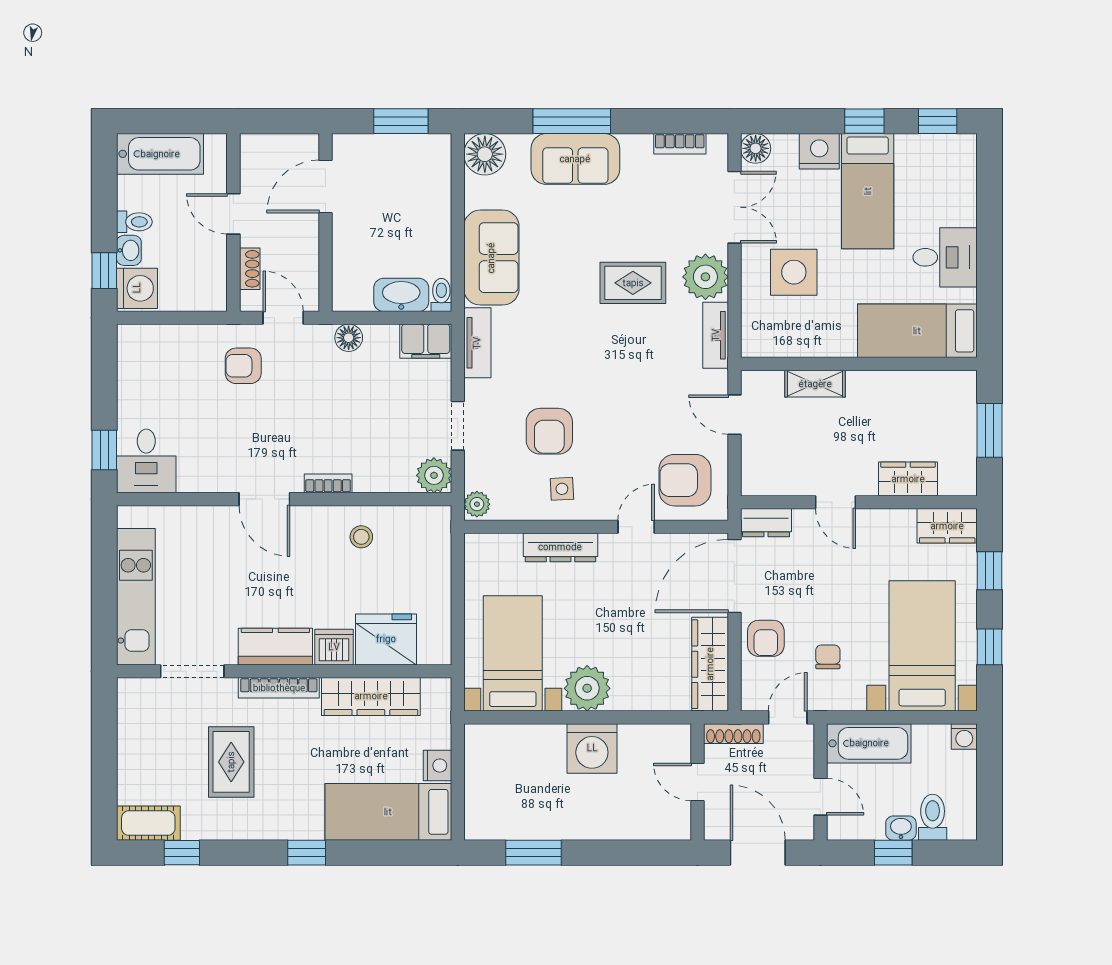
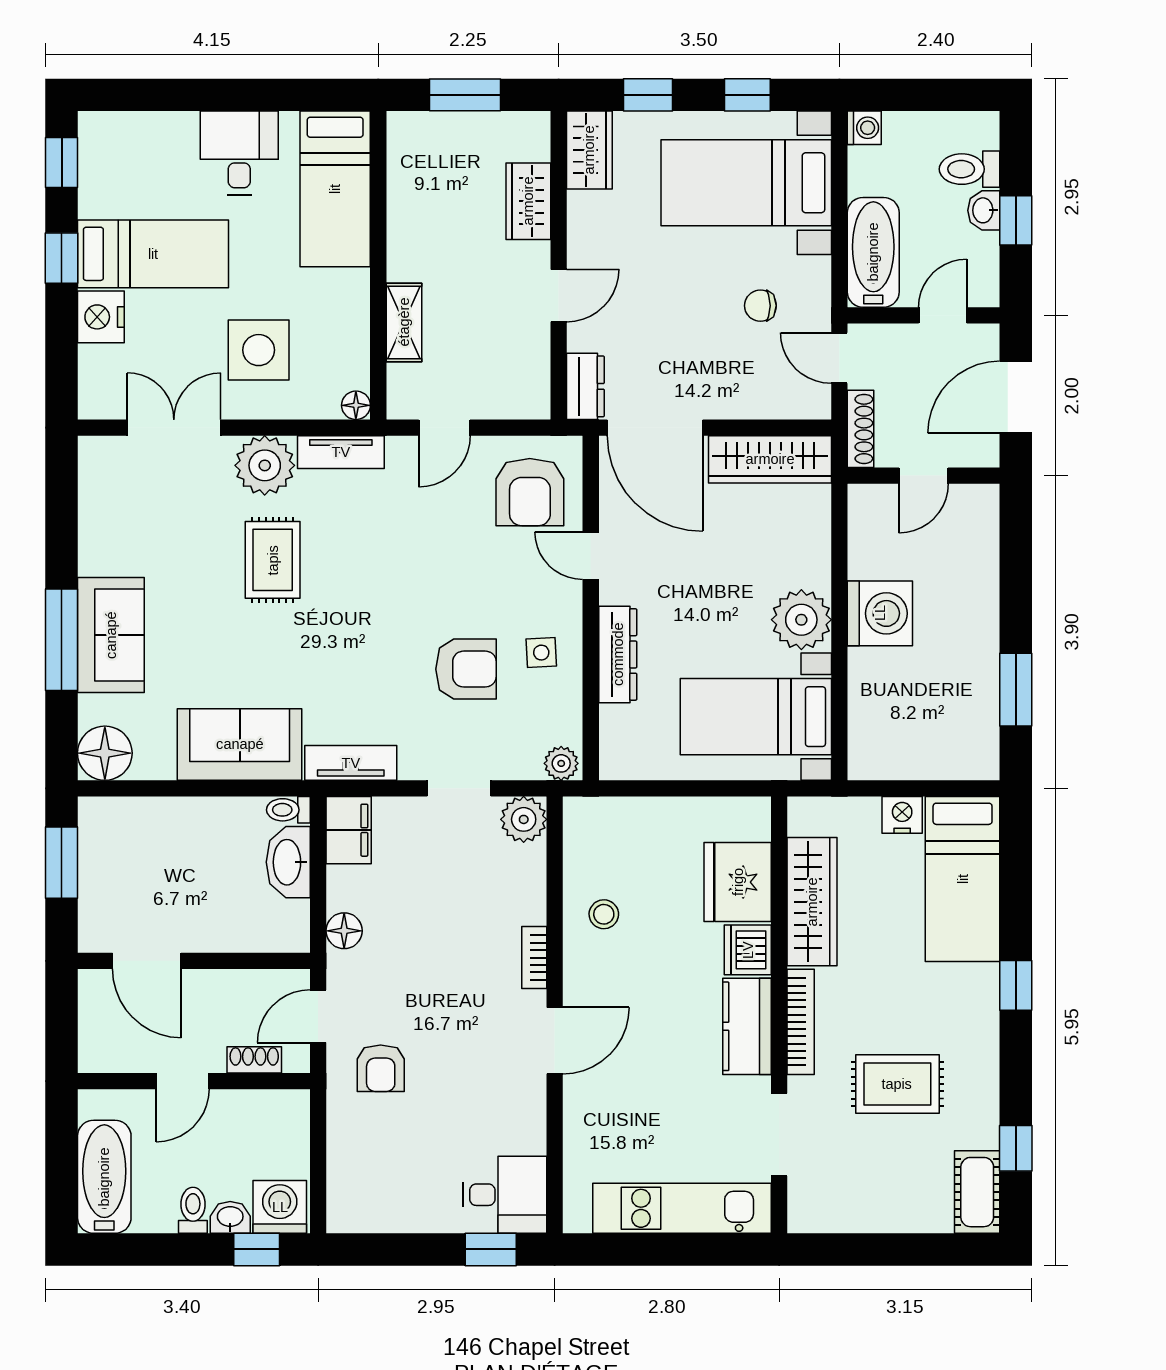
bookcase: (680, 144) -> (91, 499), removed
floor lamp: (756, 148) -> (356, 405), moved, width x0.73, depth x0.73
armchair: (766, 638) -> (736, 387), removed

